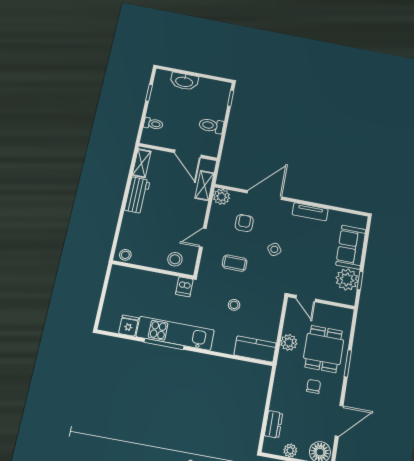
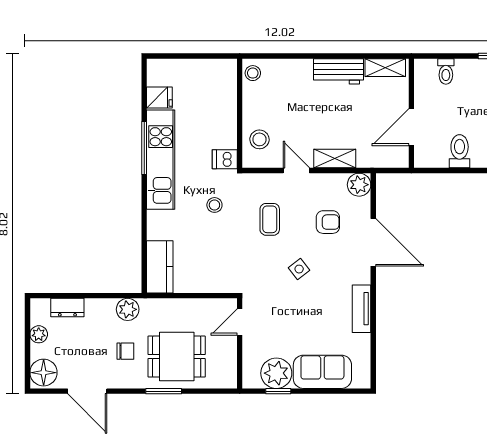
shelving: (204, 186) -> (335, 159), moved
stool: (234, 305) -> (214, 205), moved
plant: (289, 342) -> (128, 309), moved

